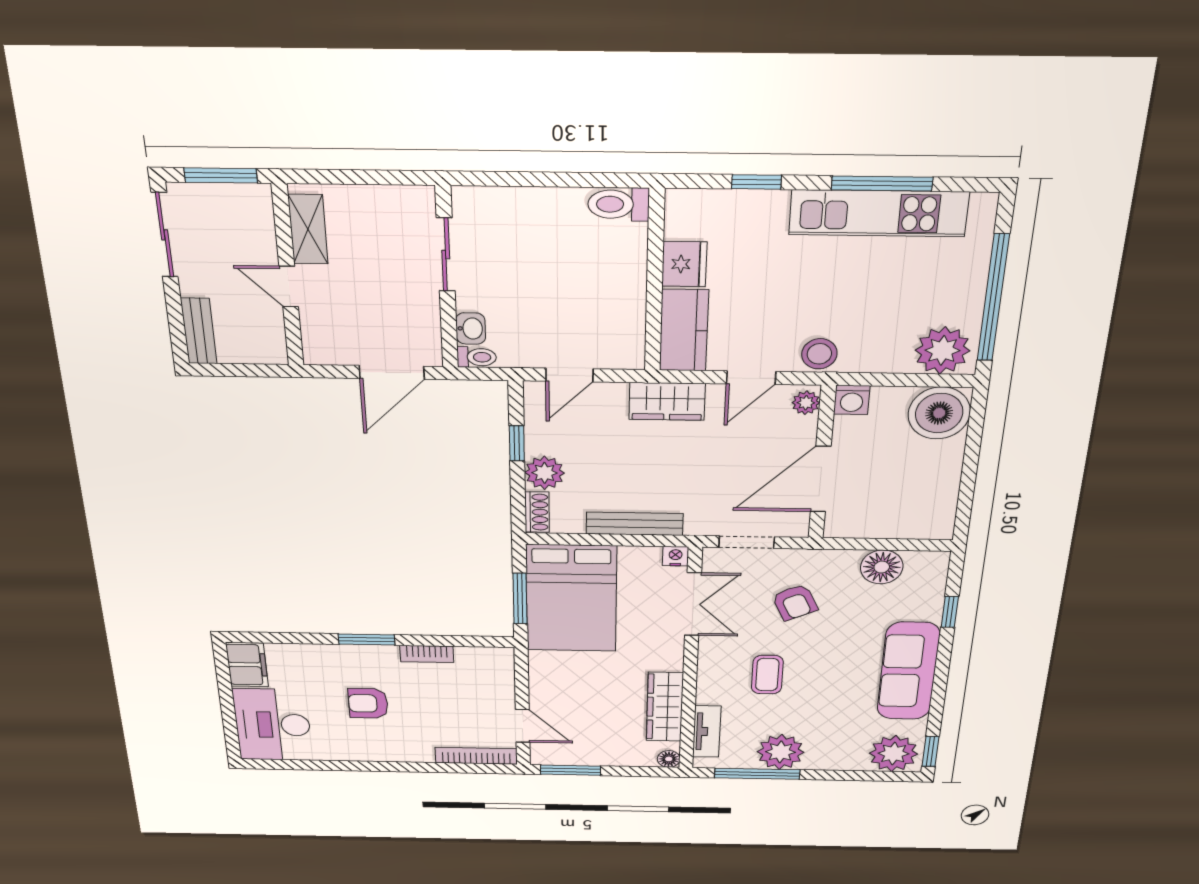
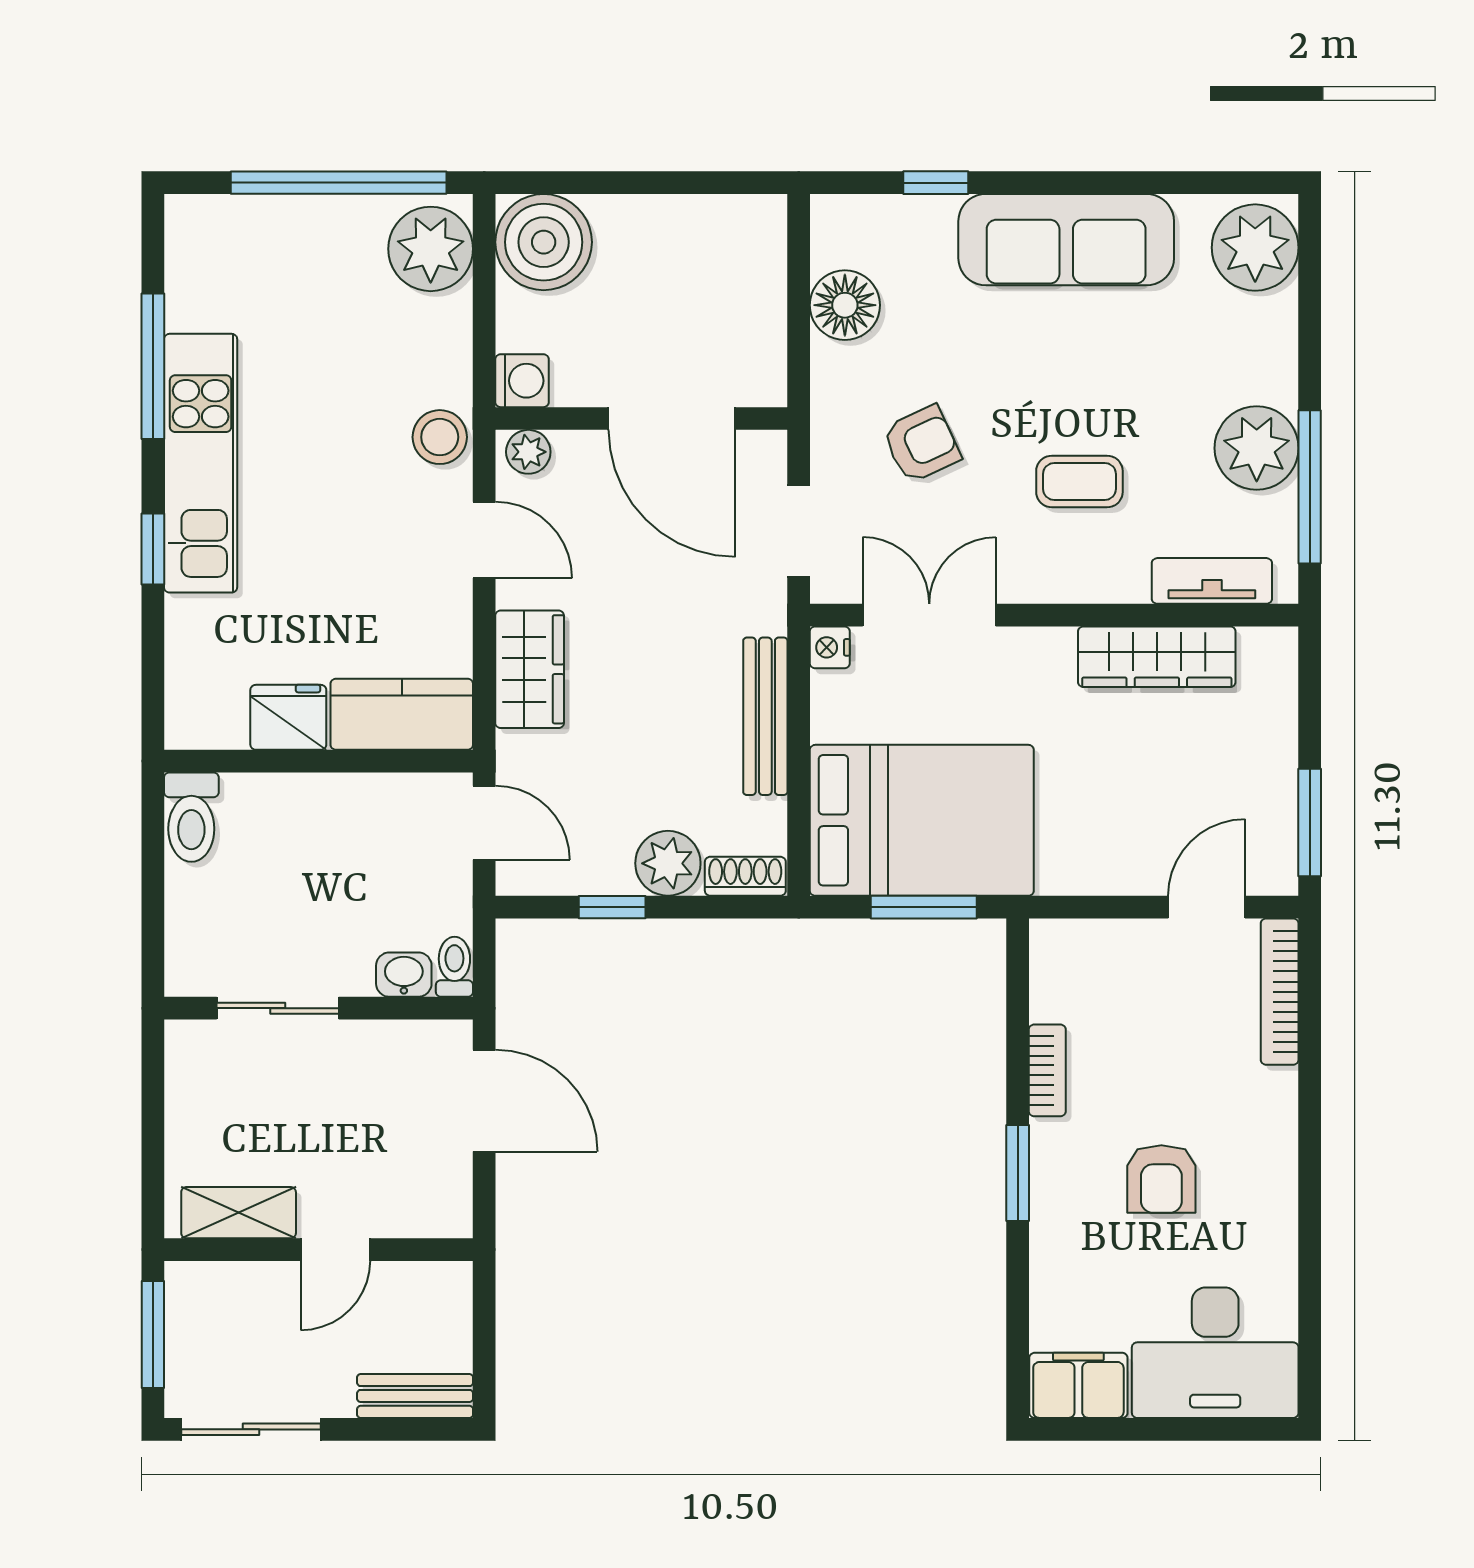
toilet: (619, 204) -> (191, 817), moved
kitchen unit: (879, 213) -> (201, 463), moved
fridge: (684, 264) -> (288, 717), moved
wall: (655, 282) -> (319, 761), moved
kitchen counter: (684, 330) -> (402, 714), moved
window: (931, 752) -> (1249, 183), removed
floor lamp: (669, 759) -> (1278, 646), removed

